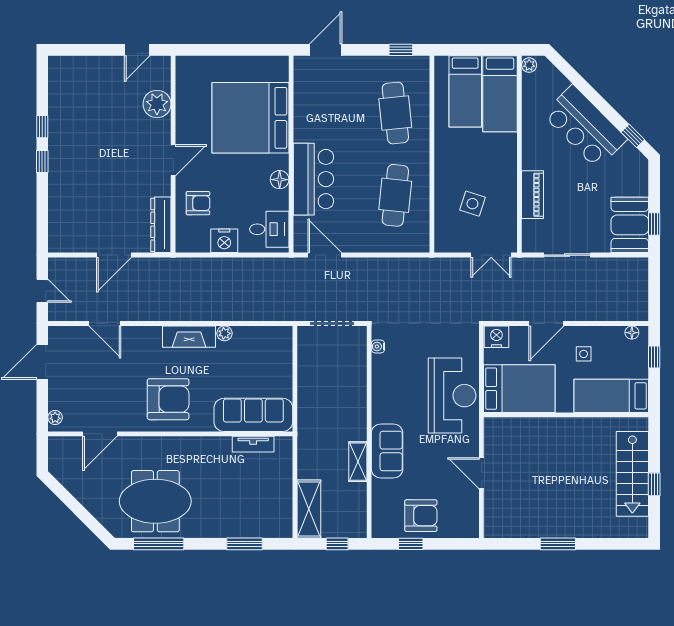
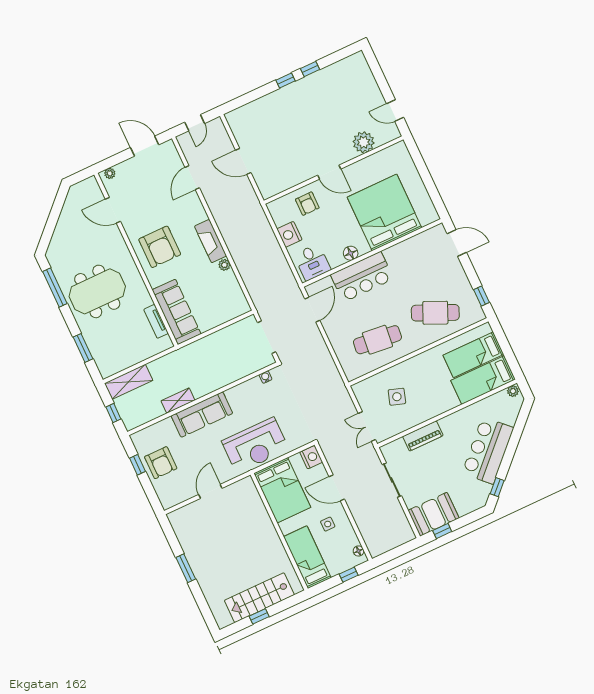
cafe table: (395, 113) -> (435, 313), turned 30
dresser: (161, 225) -> (280, 185), removed
sofa: (387, 451) -> (202, 415), width x1.36
meeting table: (155, 501) -> (97, 291), moved, turned 90

